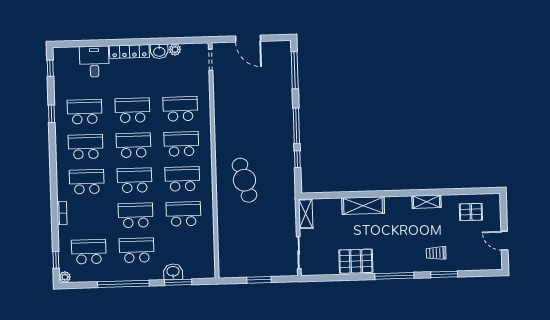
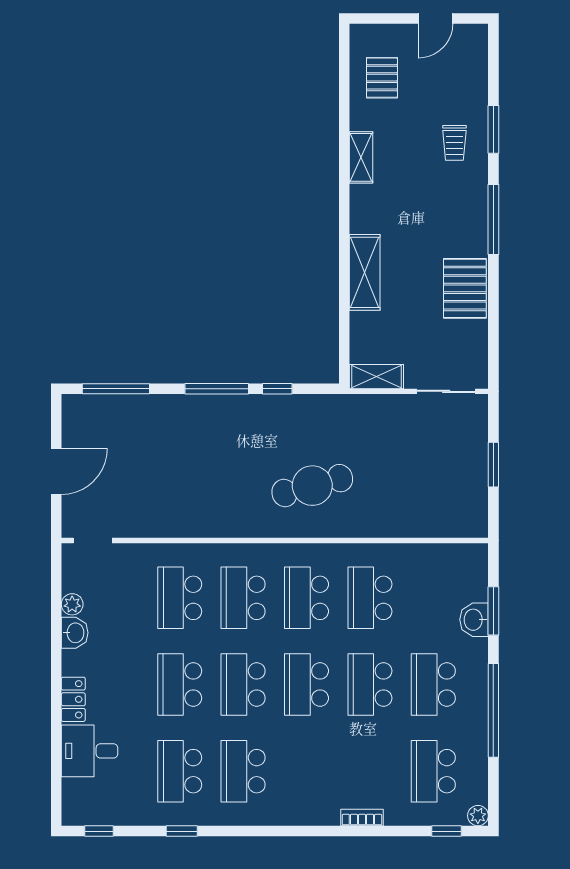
locker: (129, 51) -> (73, 699), width x0.66
school desk: (87, 182) -> (307, 771), removed

